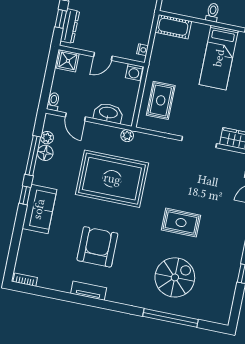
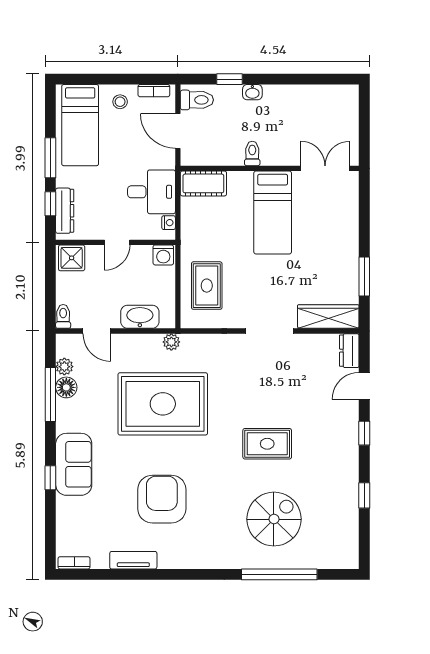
desk: (135, 25) -> (152, 192), added
window: (25, 195) -> (50, 478), moved
tv unit: (89, 291) -> (133, 560), moved

